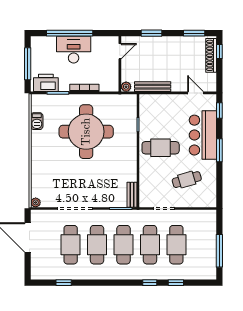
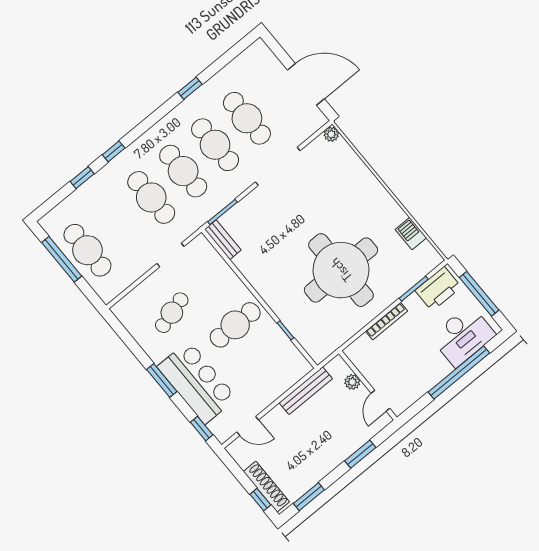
desk: (74, 50) -> (463, 336), moved
plant: (126, 87) -> (352, 382), moved
cafe table: (176, 245) -> (87, 250), moved
window: (64, 283) -> (190, 88), moved

